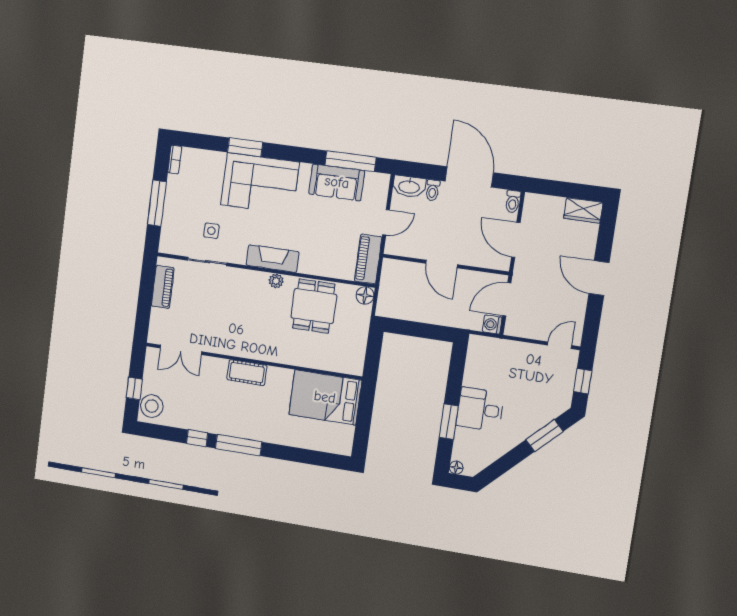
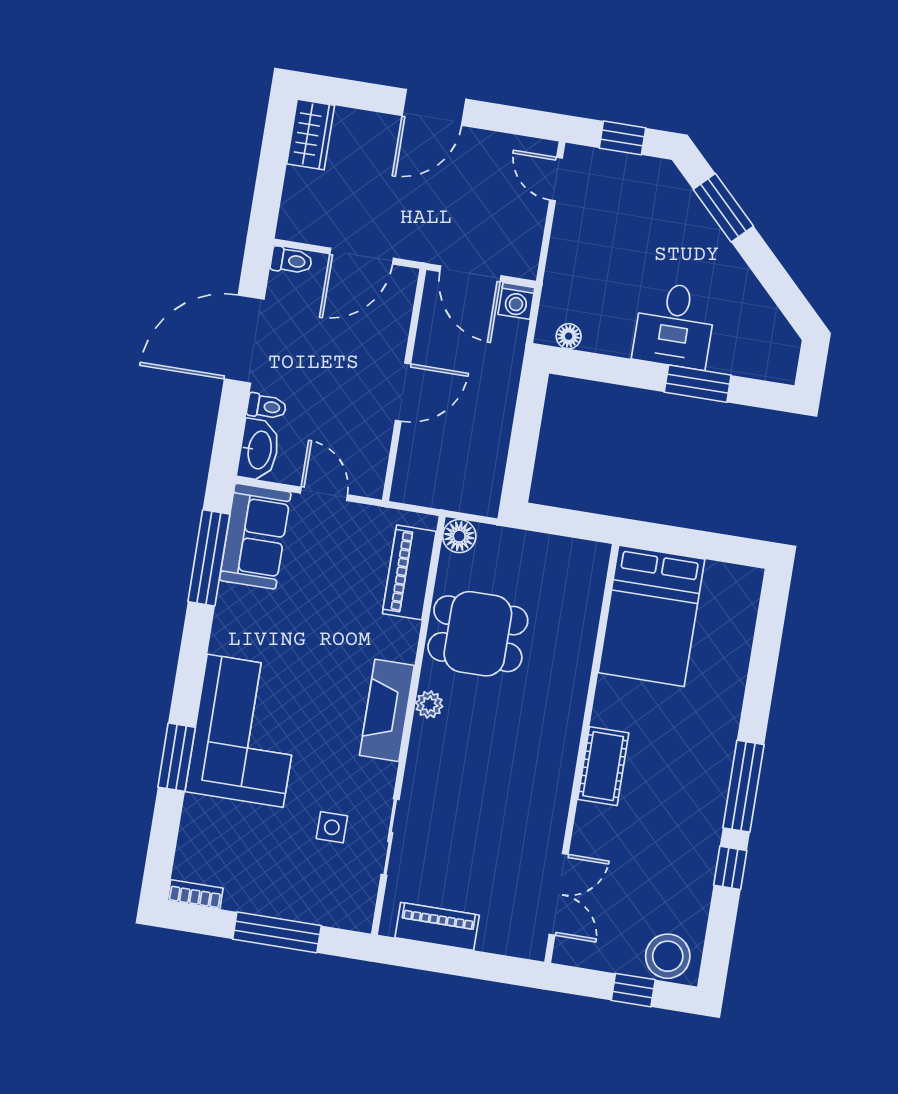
sofa: (337, 182) -> (255, 536), moved
piano: (368, 259) -> (409, 572), moved, turned 90
floor lamp: (456, 467) -> (569, 336), moved

